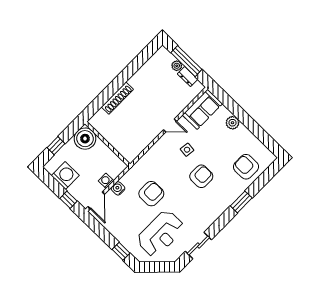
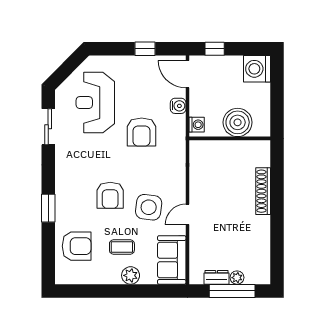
boiler: (85, 139) -> (238, 122), moved
coffee table: (222, 142) -> (122, 247), added
window: (56, 146) -> (277, 88), removed
side table: (187, 150) -> (149, 207), width x1.87, depth x1.87
washing machine: (65, 175) -> (257, 69), moved, turned 90
washing machine: (106, 181) -> (197, 125), moved
window: (121, 251) -> (145, 49), moved

